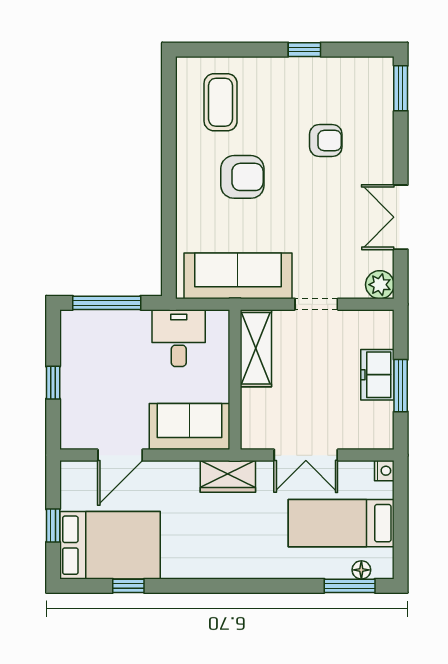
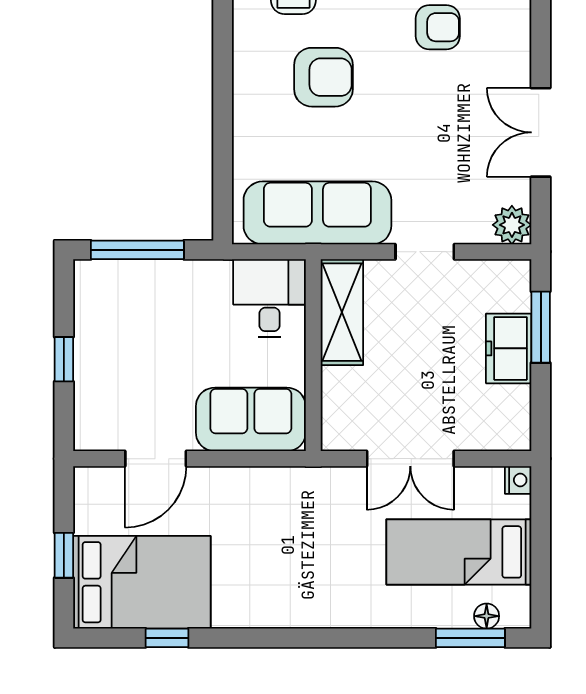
desk: (179, 338) -> (270, 298), moved
window: (401, 386) -> (541, 327), moved
wardrobe: (228, 476) -> (304, 488), removed

